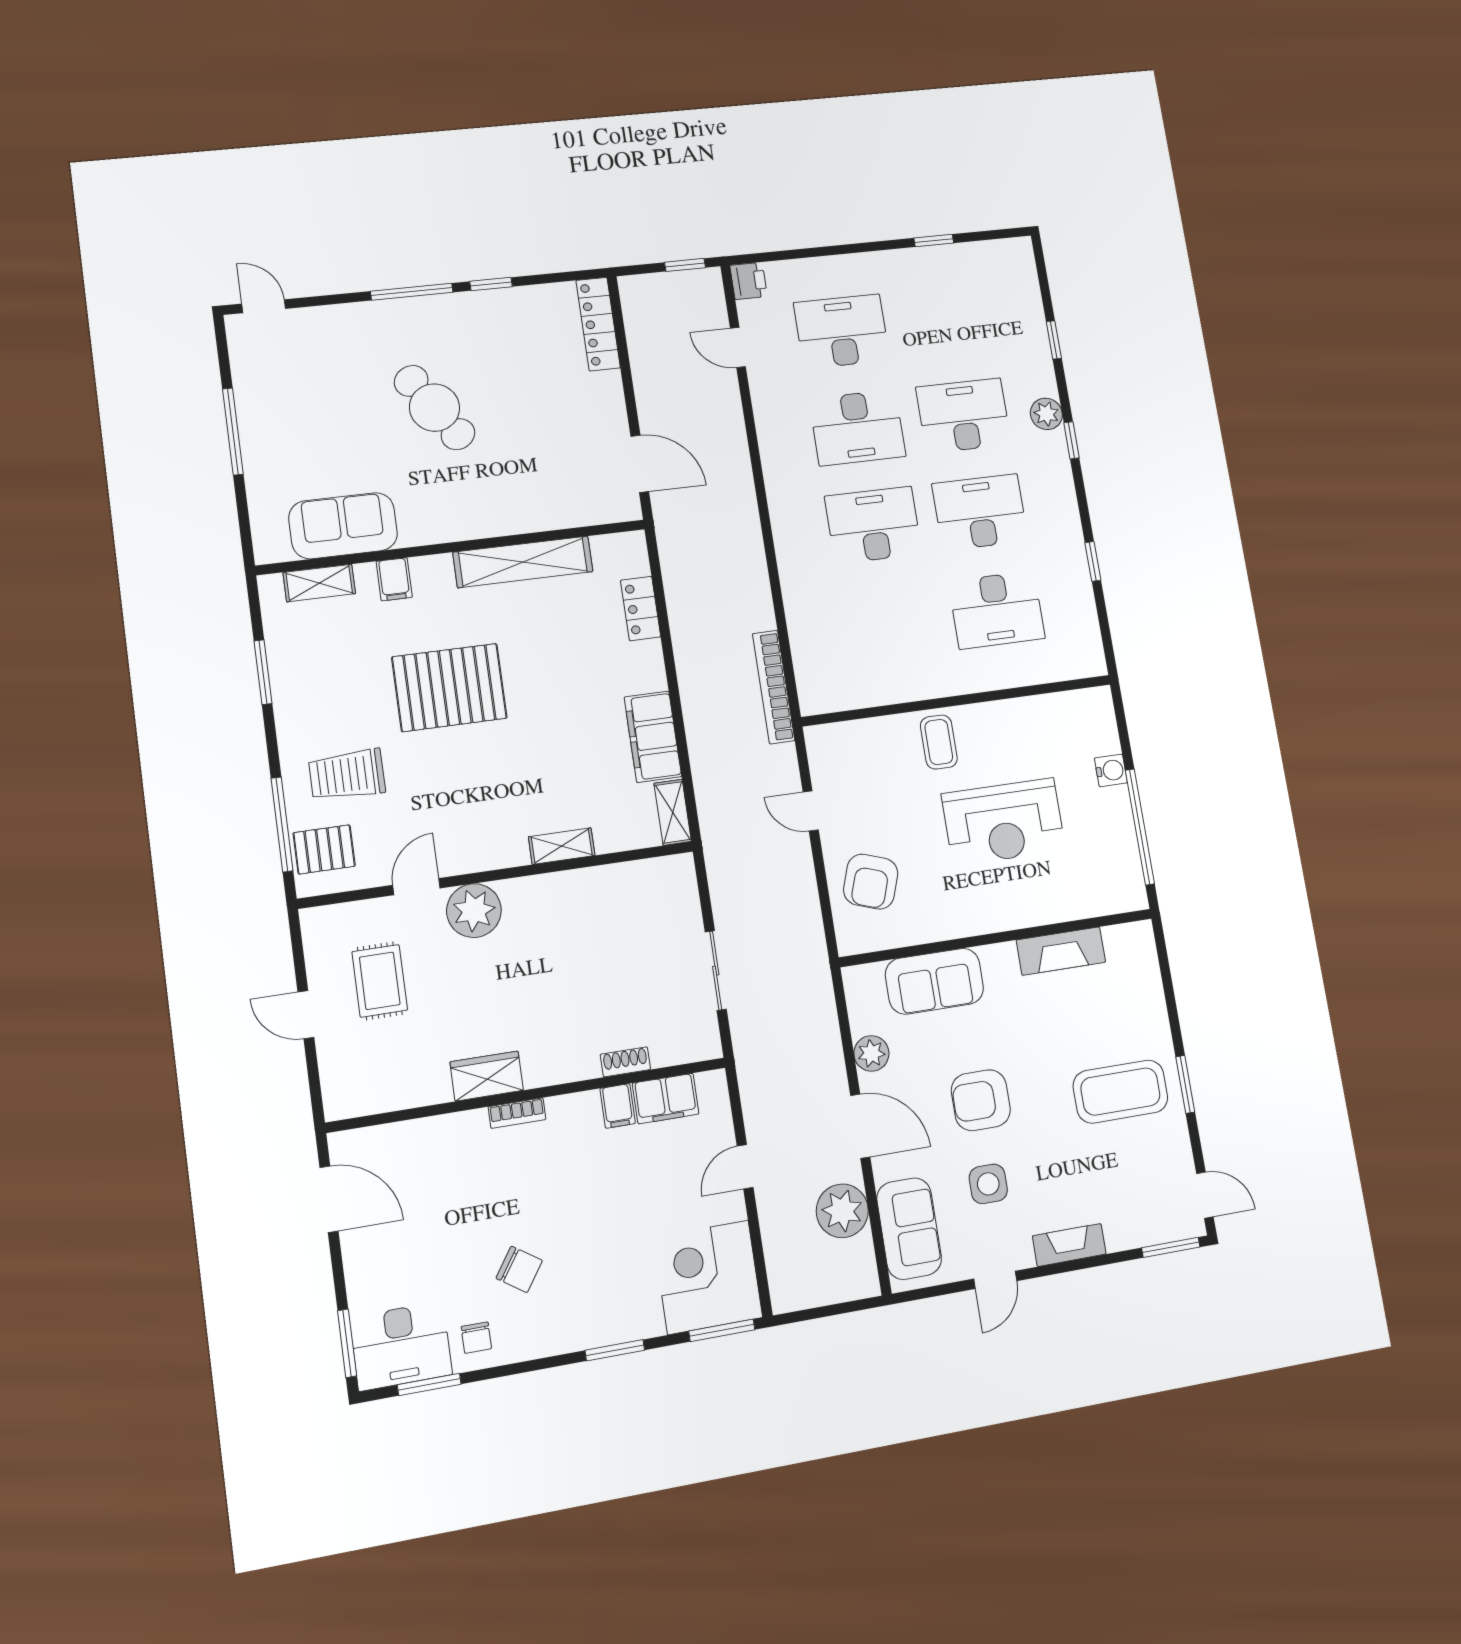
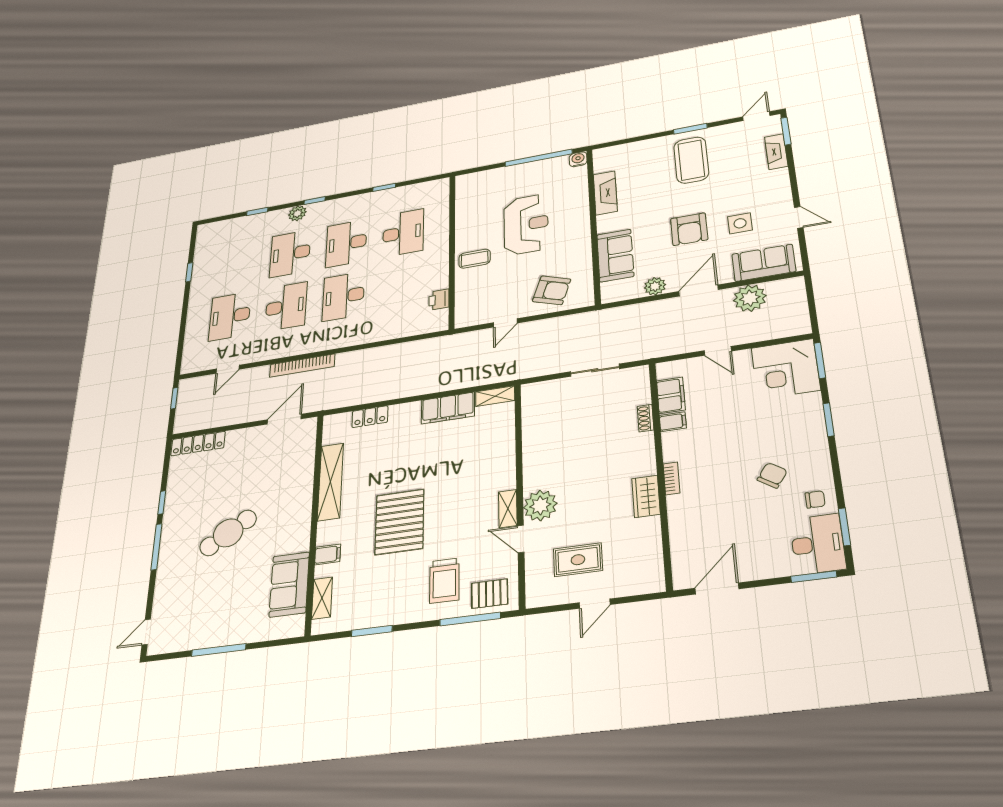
printer: (749, 281) -> (439, 300), moved, turned -90
bookcase: (774, 687) -> (302, 366), moved
water cooler: (1111, 770) -> (578, 159), moved
shelving: (562, 846) -> (508, 509), moved
pallet: (324, 849) -> (490, 594), turned 90
fireplace: (1069, 1245) -> (776, 152), moved

